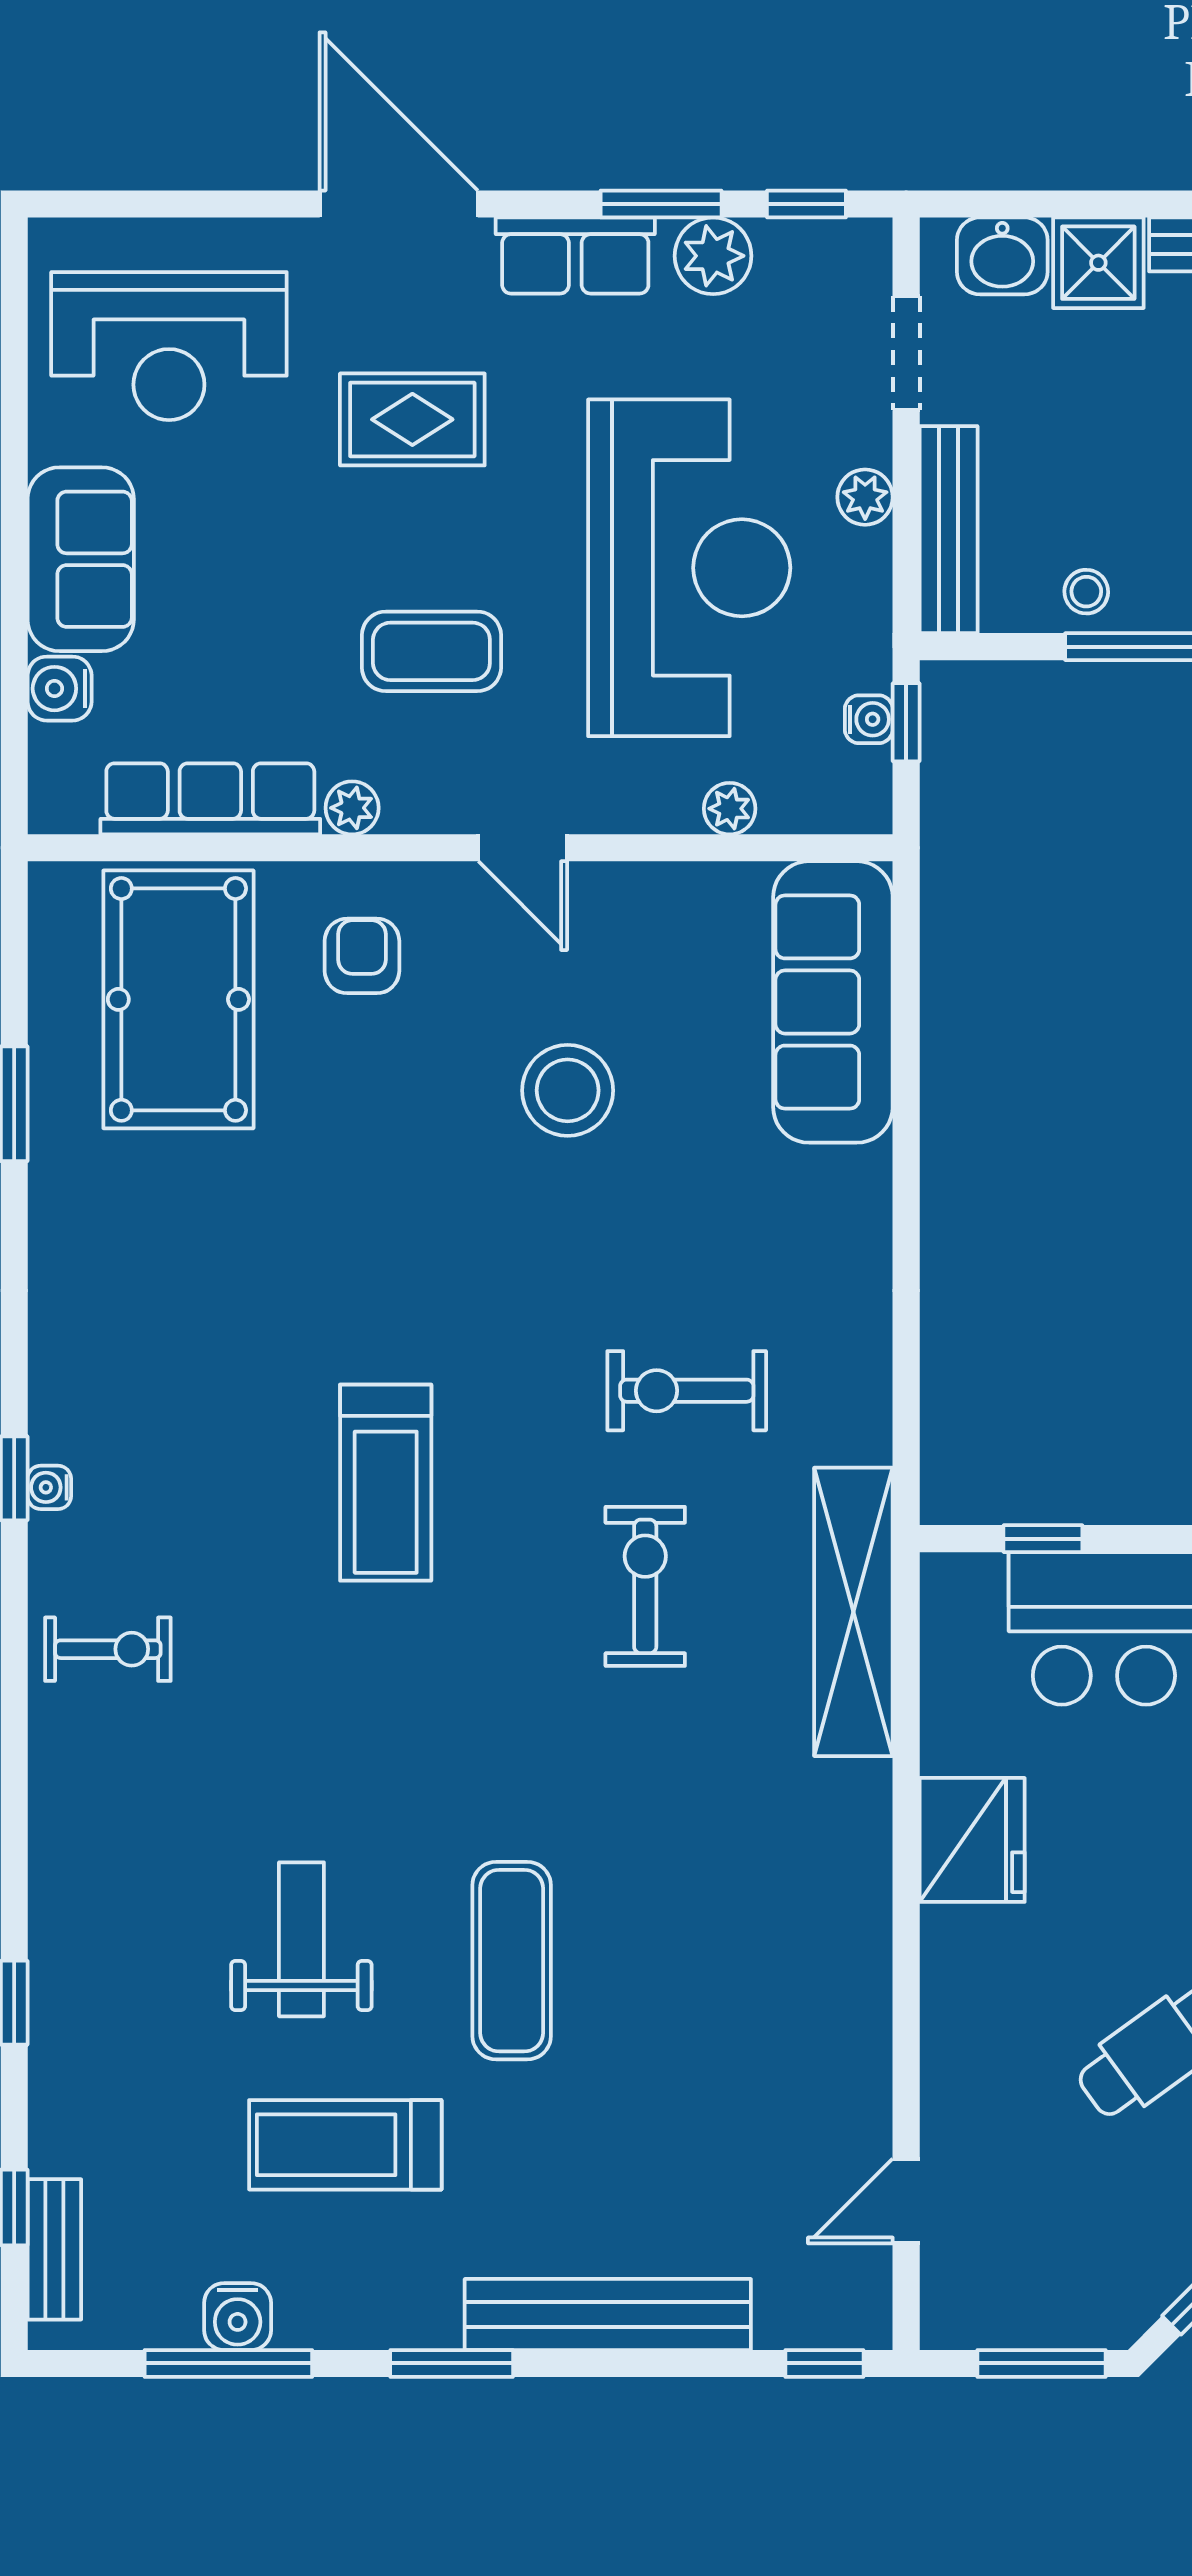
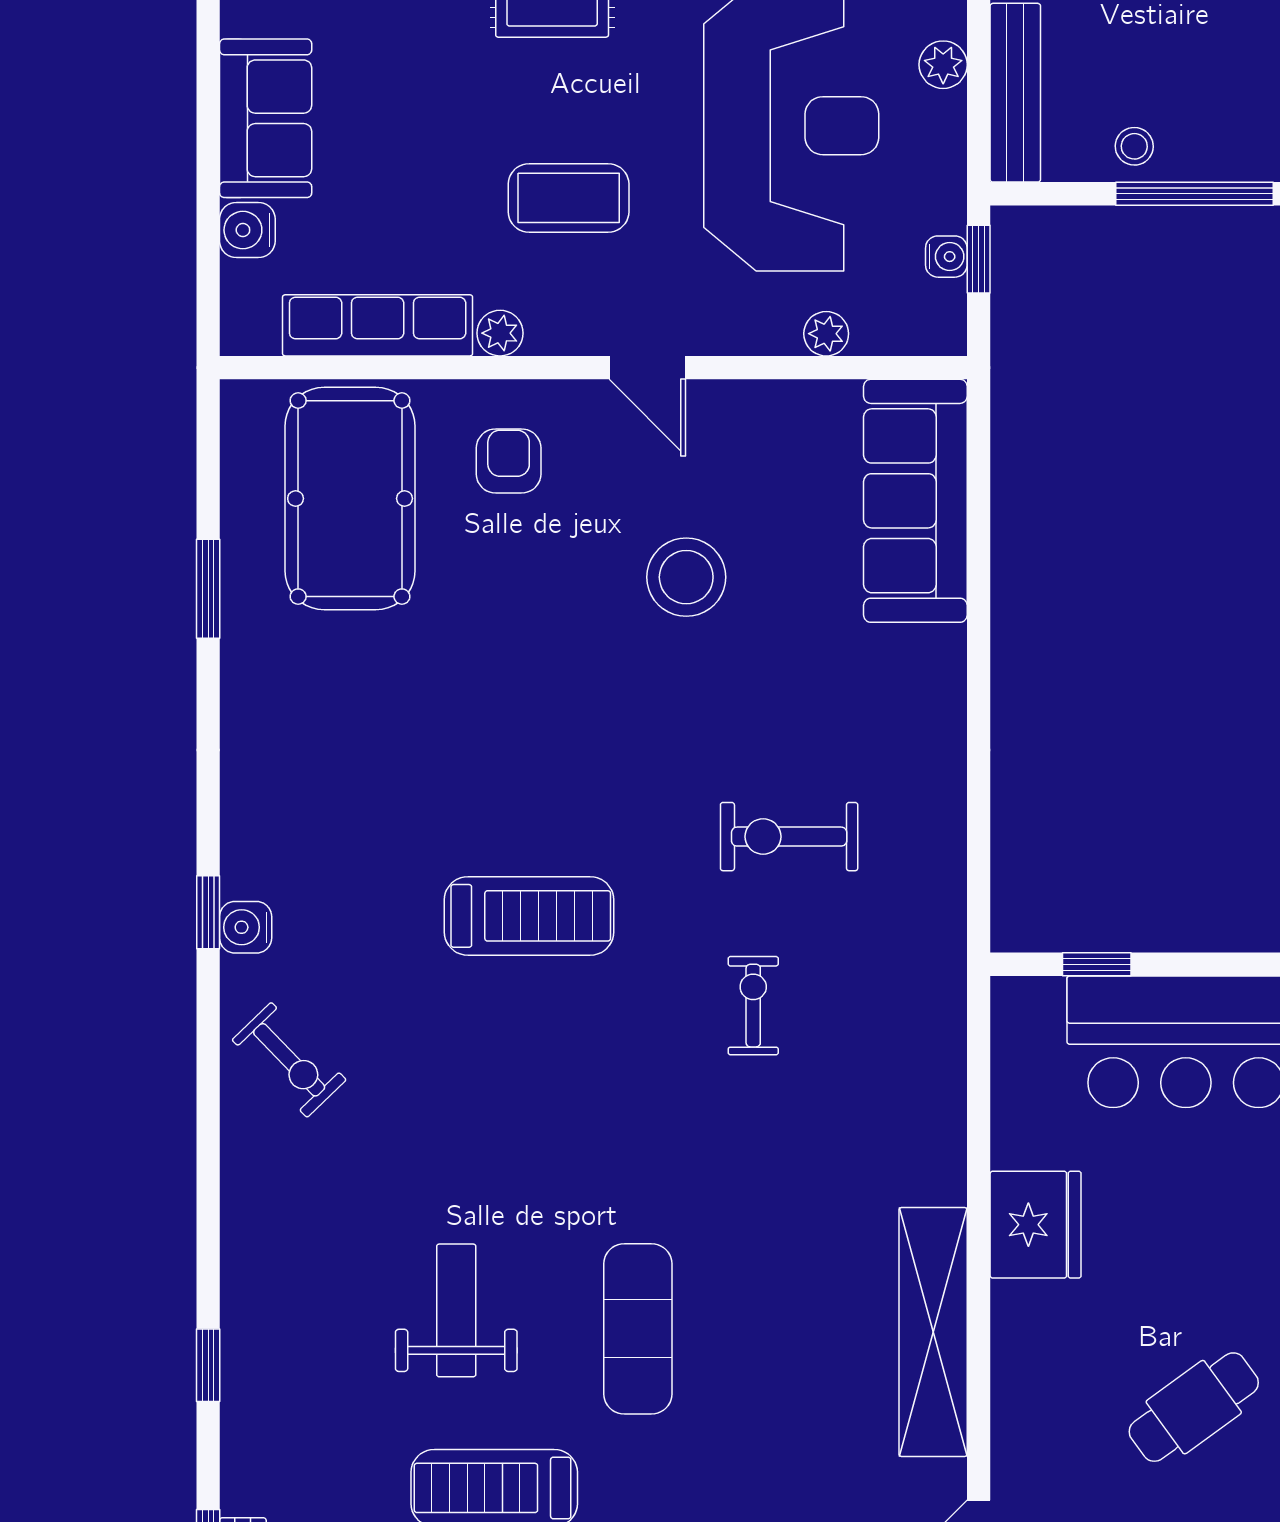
treadmill: (386, 1483) -> (529, 916), turned -90
water cooler: (49, 1487) -> (246, 927), width x1.38, depth x1.38
exercise bike: (645, 1586) -> (753, 1006), width x0.73, depth x0.72
shelving: (853, 1612) -> (933, 1332), moved
exercise bike: (108, 1649) -> (289, 1060), turned 46

